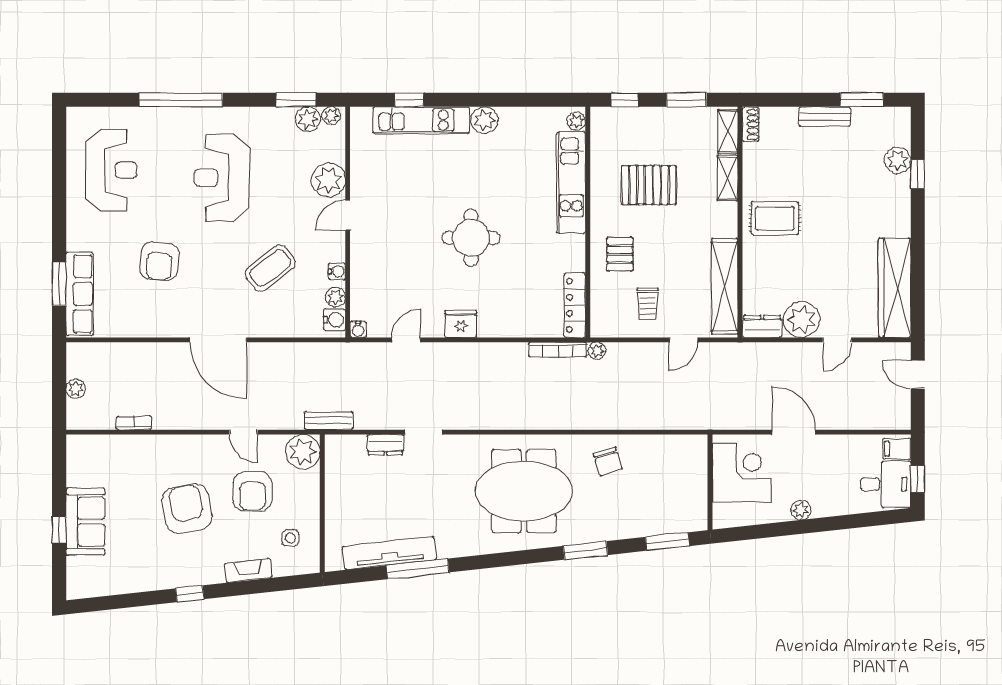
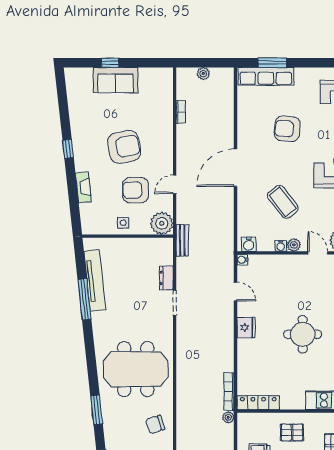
plant: (335, 297) -> (294, 245), moved
meeting table: (524, 491) -> (136, 369), turned 90
side table: (290, 538) -> (123, 223), moved

